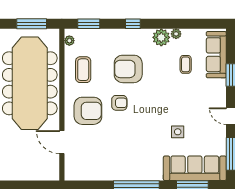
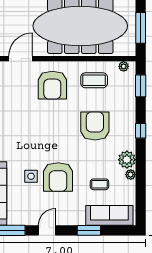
armchair: (119, 103) -> (58, 177), moved, width x1.88, depth x1.88

